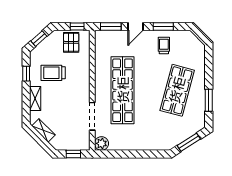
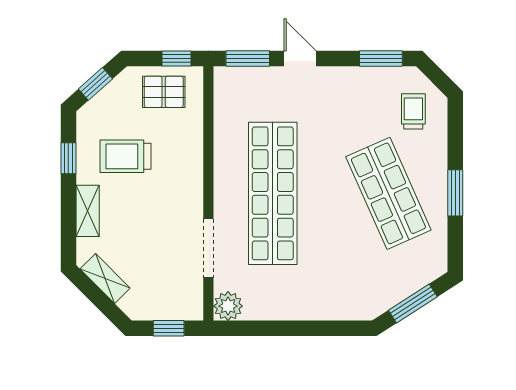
door: (135, 27) -> (300, 58), swing flipped
window: (163, 27) -> (381, 58), moved
pallet: (71, 42) -> (164, 92), turned 90
trolley: (164, 45) -> (413, 111), moved
shop shelf: (177, 90) -> (388, 193), turned -39
window: (209, 100) -> (455, 193), moved

